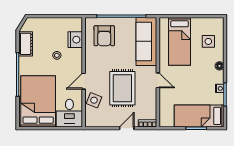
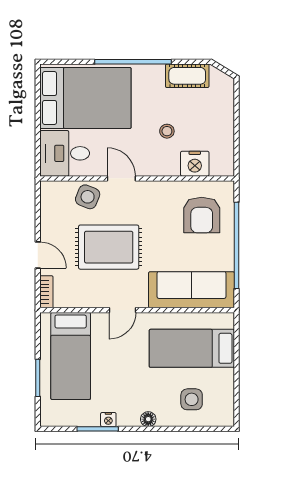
armchair: (104, 36) -> (202, 215), turned -90
bed: (199, 116) -> (71, 356), moved, turned 180

